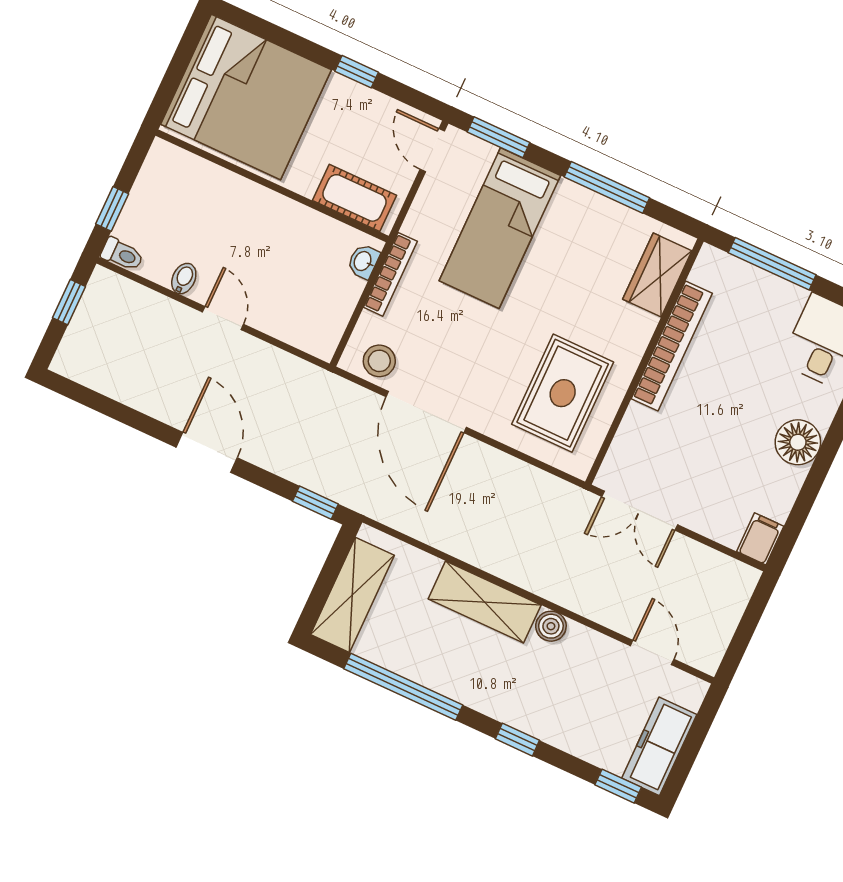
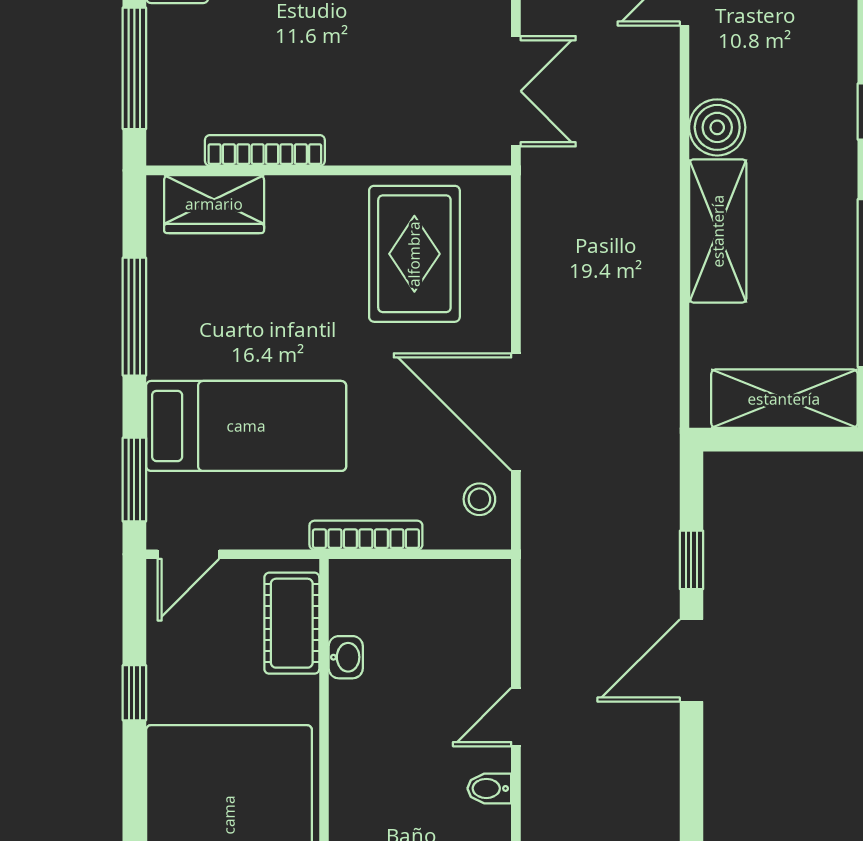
washbasin: (363, 261) -> (346, 657), moved, turned -90
bookcase: (672, 346) -> (265, 150), width x0.68, depth x0.76
stool: (379, 361) -> (479, 499), width x0.73, depth x0.73
rug: (563, 393) -> (414, 254), turned 90
door: (426, 412) -> (516, 412), swing flipped
window: (315, 503) -> (691, 560), moved
boiler: (551, 626) -> (717, 127), width x1.36, depth x1.36

